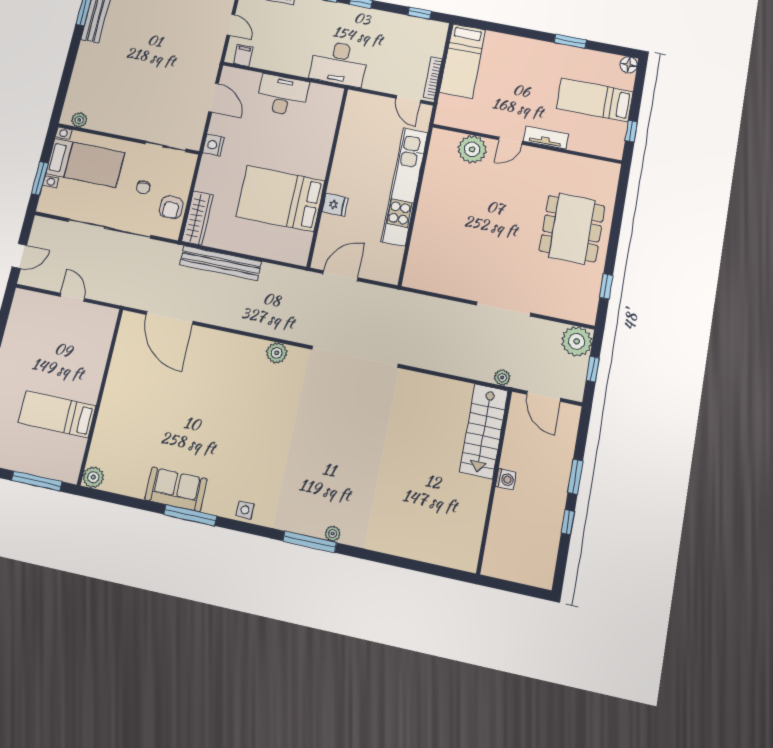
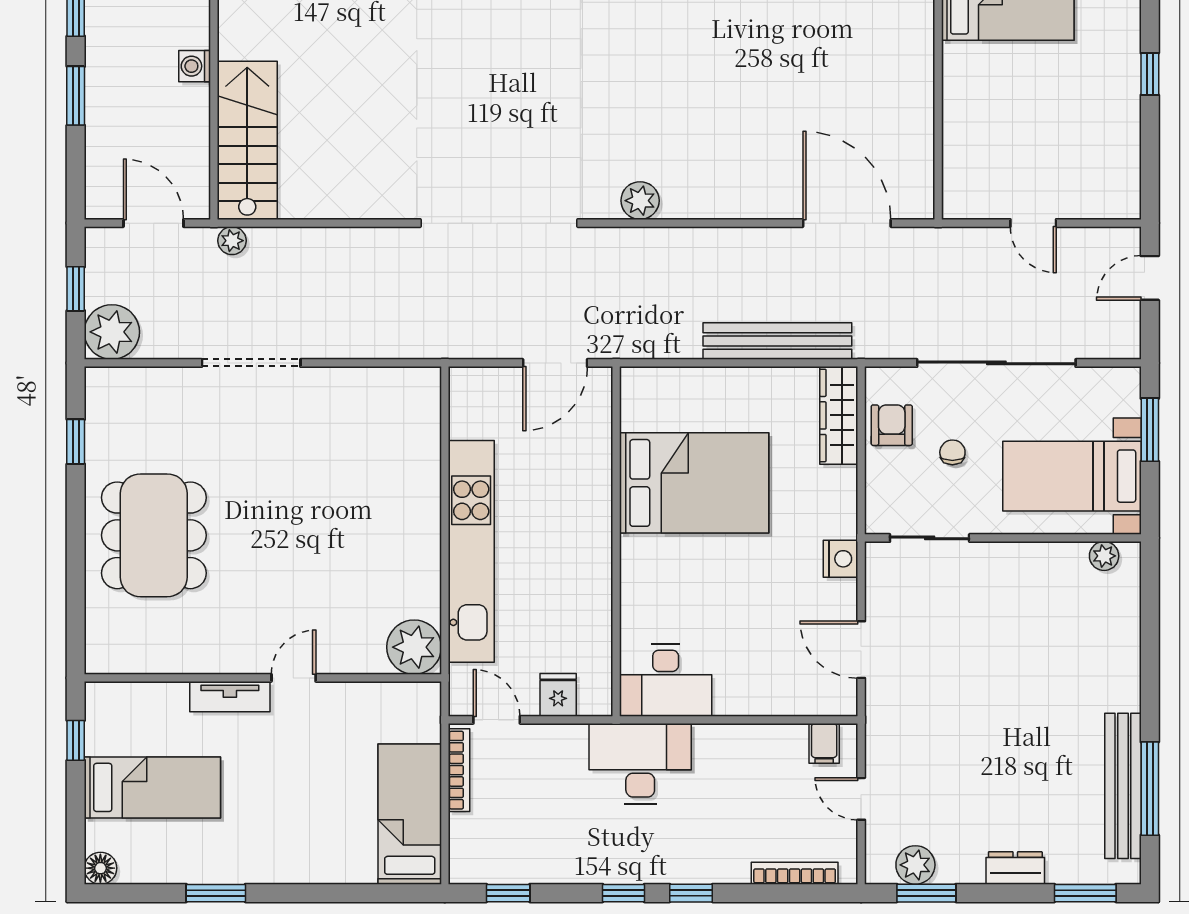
desk: (282, 95) -> (666, 680), moved
plant: (472, 149) -> (414, 647), moved
fridge: (335, 205) -> (558, 695), moved, turned 90

